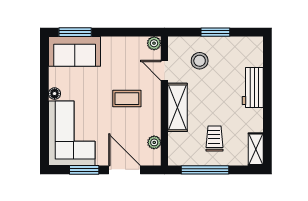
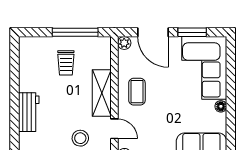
coffee table: (127, 99) -> (137, 92), moved, turned 90
plant: (154, 142) -> (124, 43), moved
shelving: (256, 149) -> (26, 52), removed

